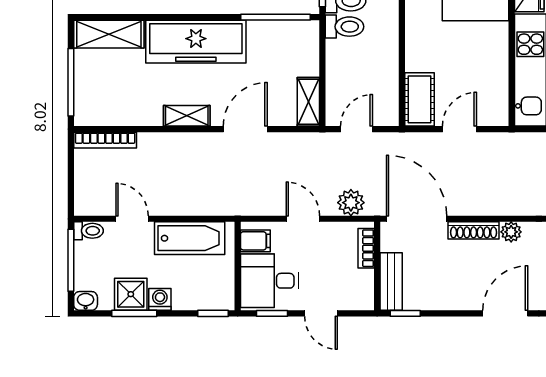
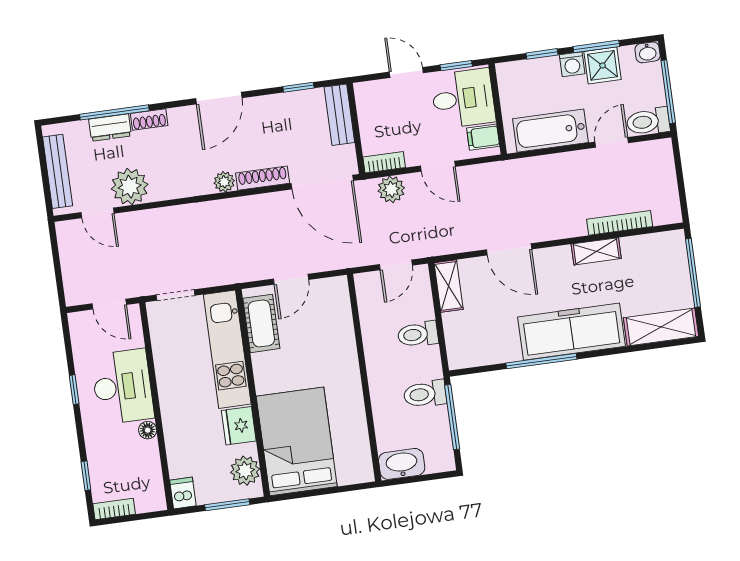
window: (276, 17) -> (541, 361), moved
toilet: (344, 27) -> (418, 334), moved
cot: (420, 99) -> (261, 323), moved
shelving: (187, 116) -> (596, 251), moved
door: (245, 129) -> (509, 249), hinge flipped
bookcase: (105, 140) -> (620, 223), moved
door: (132, 219) -> (612, 142), swing flipped
toilet: (89, 231) -> (648, 122), width x1.37, depth x1.39
bookcase: (366, 248) -> (384, 162), moved, turned -90
window: (213, 313) -> (542, 54), moved
window: (405, 313) -> (298, 87), moved

